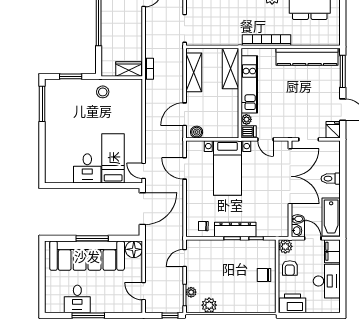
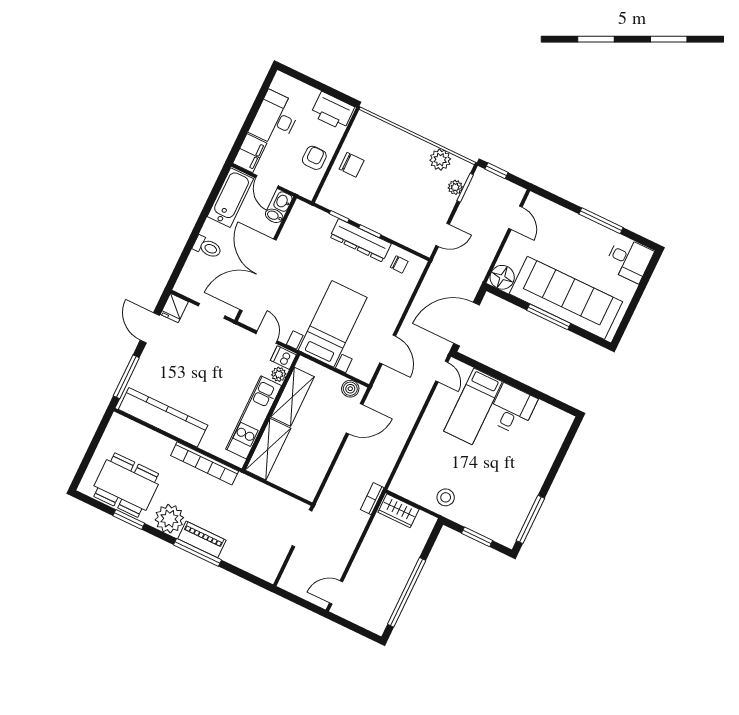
shelving: (194, 72) -> (292, 397), moved
plant: (285, 246) -> (307, 188), removed
desk: (77, 299) -> (629, 259), moved, turned 90

